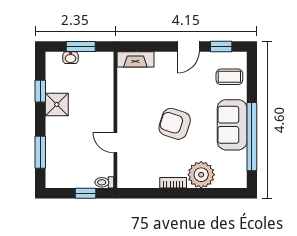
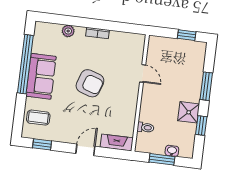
door: (188, 46) -> (85, 150), moved
window: (40, 152) -> (206, 86), moved
plant: (201, 175) -> (68, 31), width x0.53, depth x0.53
toilet: (104, 182) -> (146, 128), moved
window: (85, 193) -> (187, 35), moved

